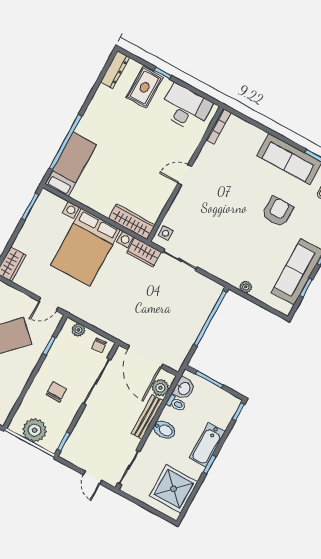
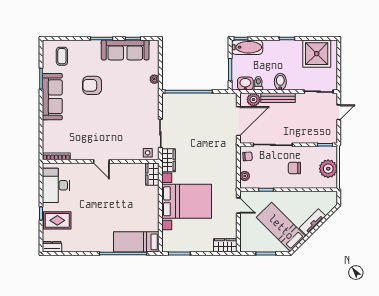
dresser: (115, 70) -> (52, 247), width x0.70
wardrobe: (132, 222) -> (152, 174), width x0.67
bathtub: (207, 445) -> (247, 47), moved

